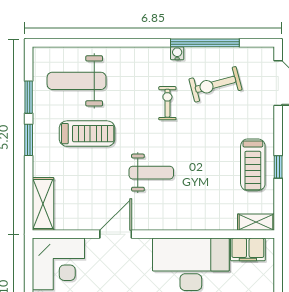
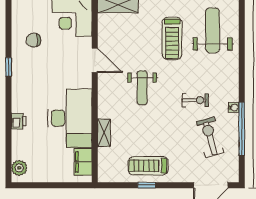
shelving: (256, 222) -> (104, 133), moved

